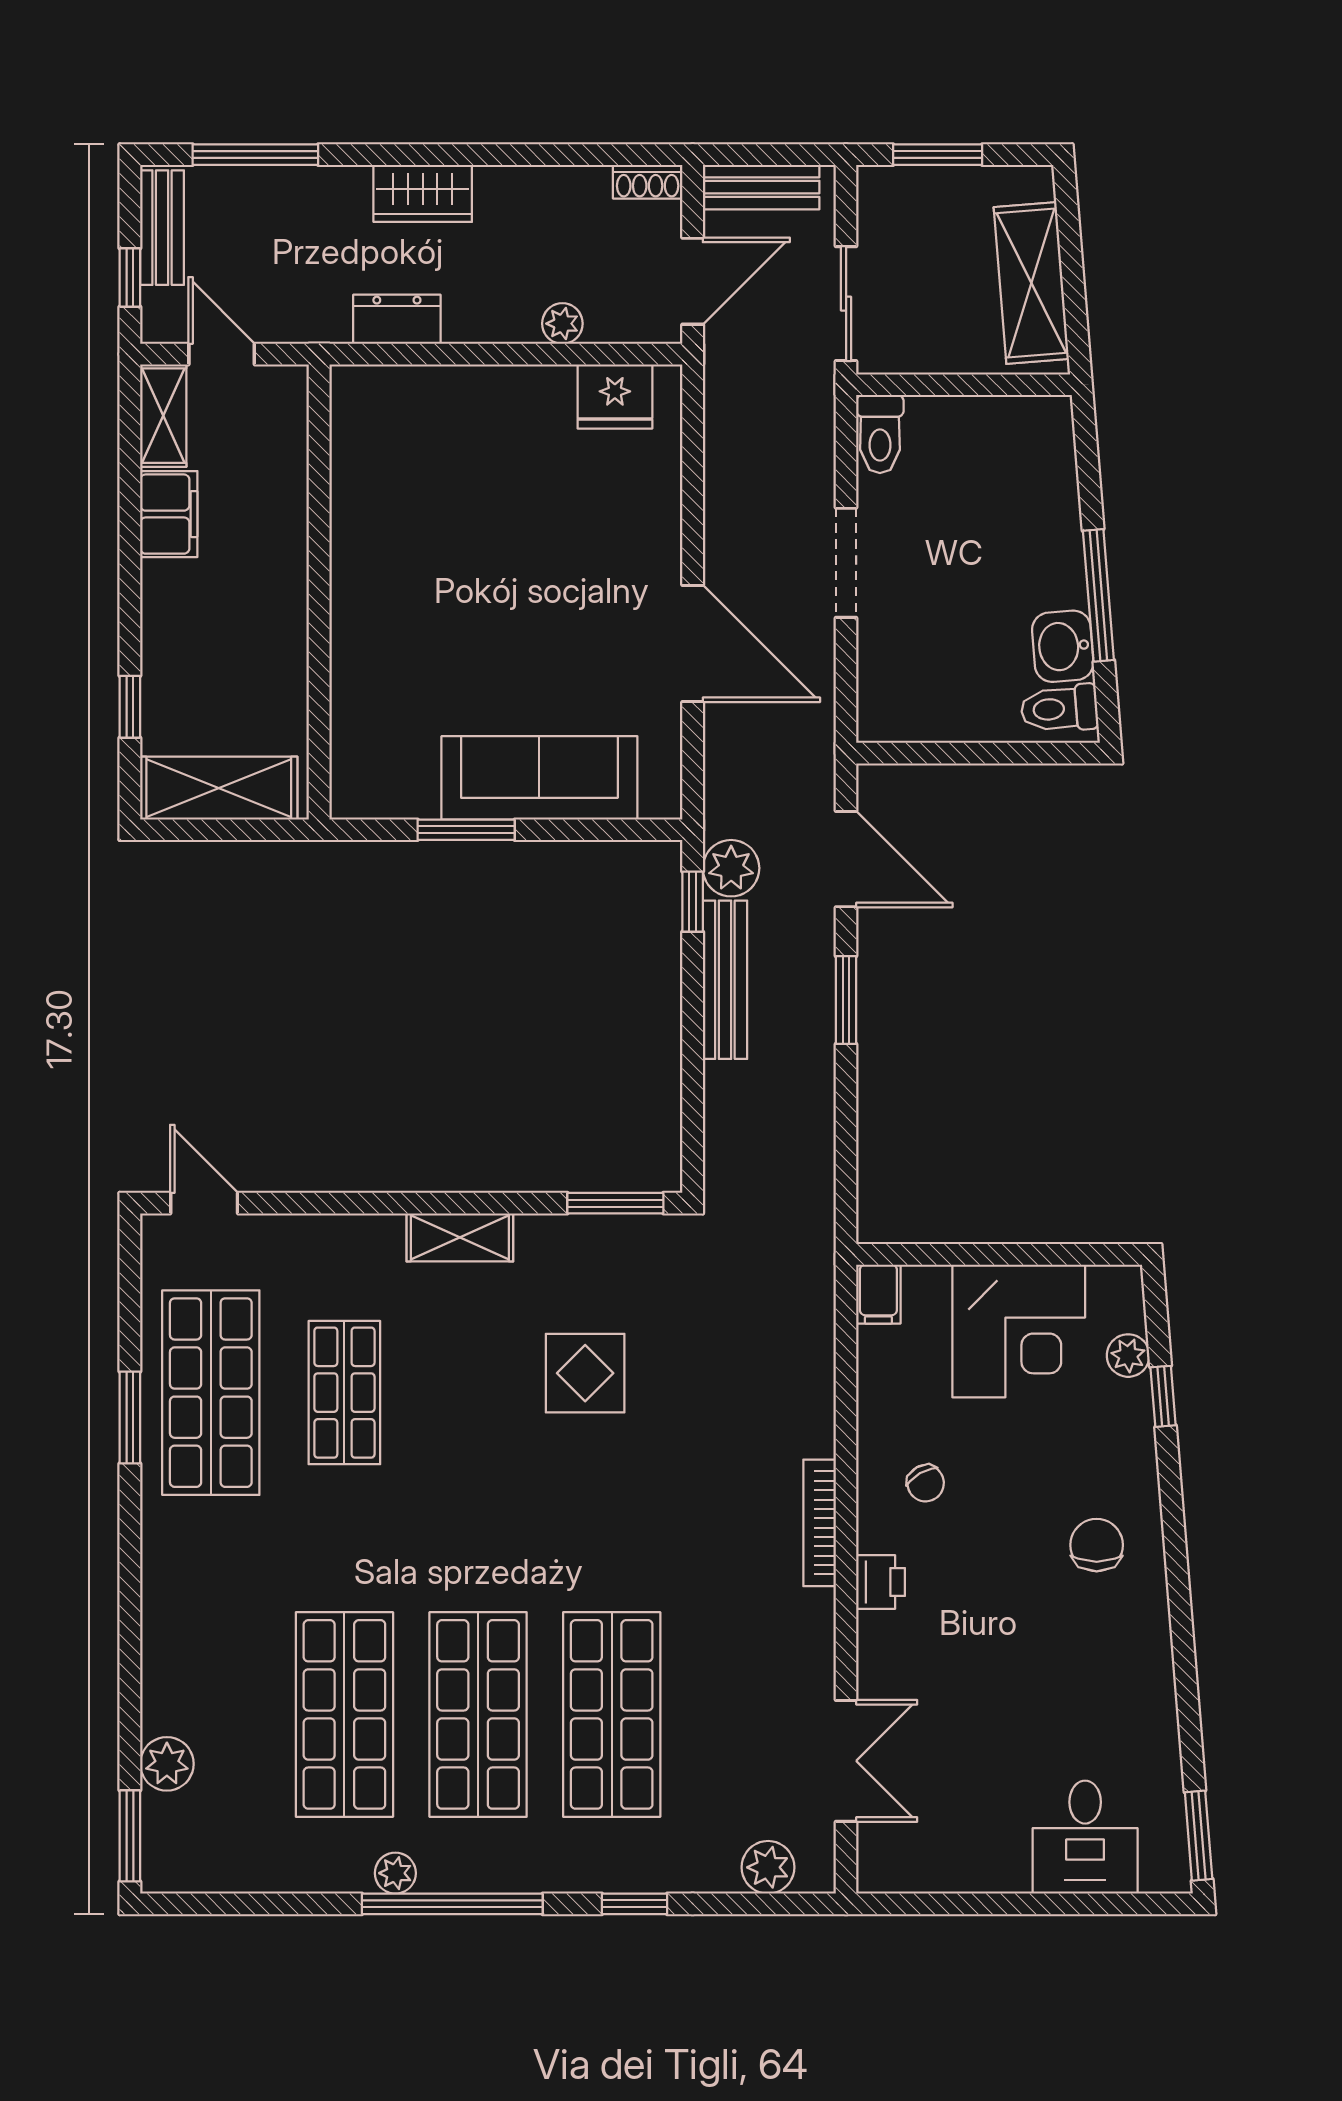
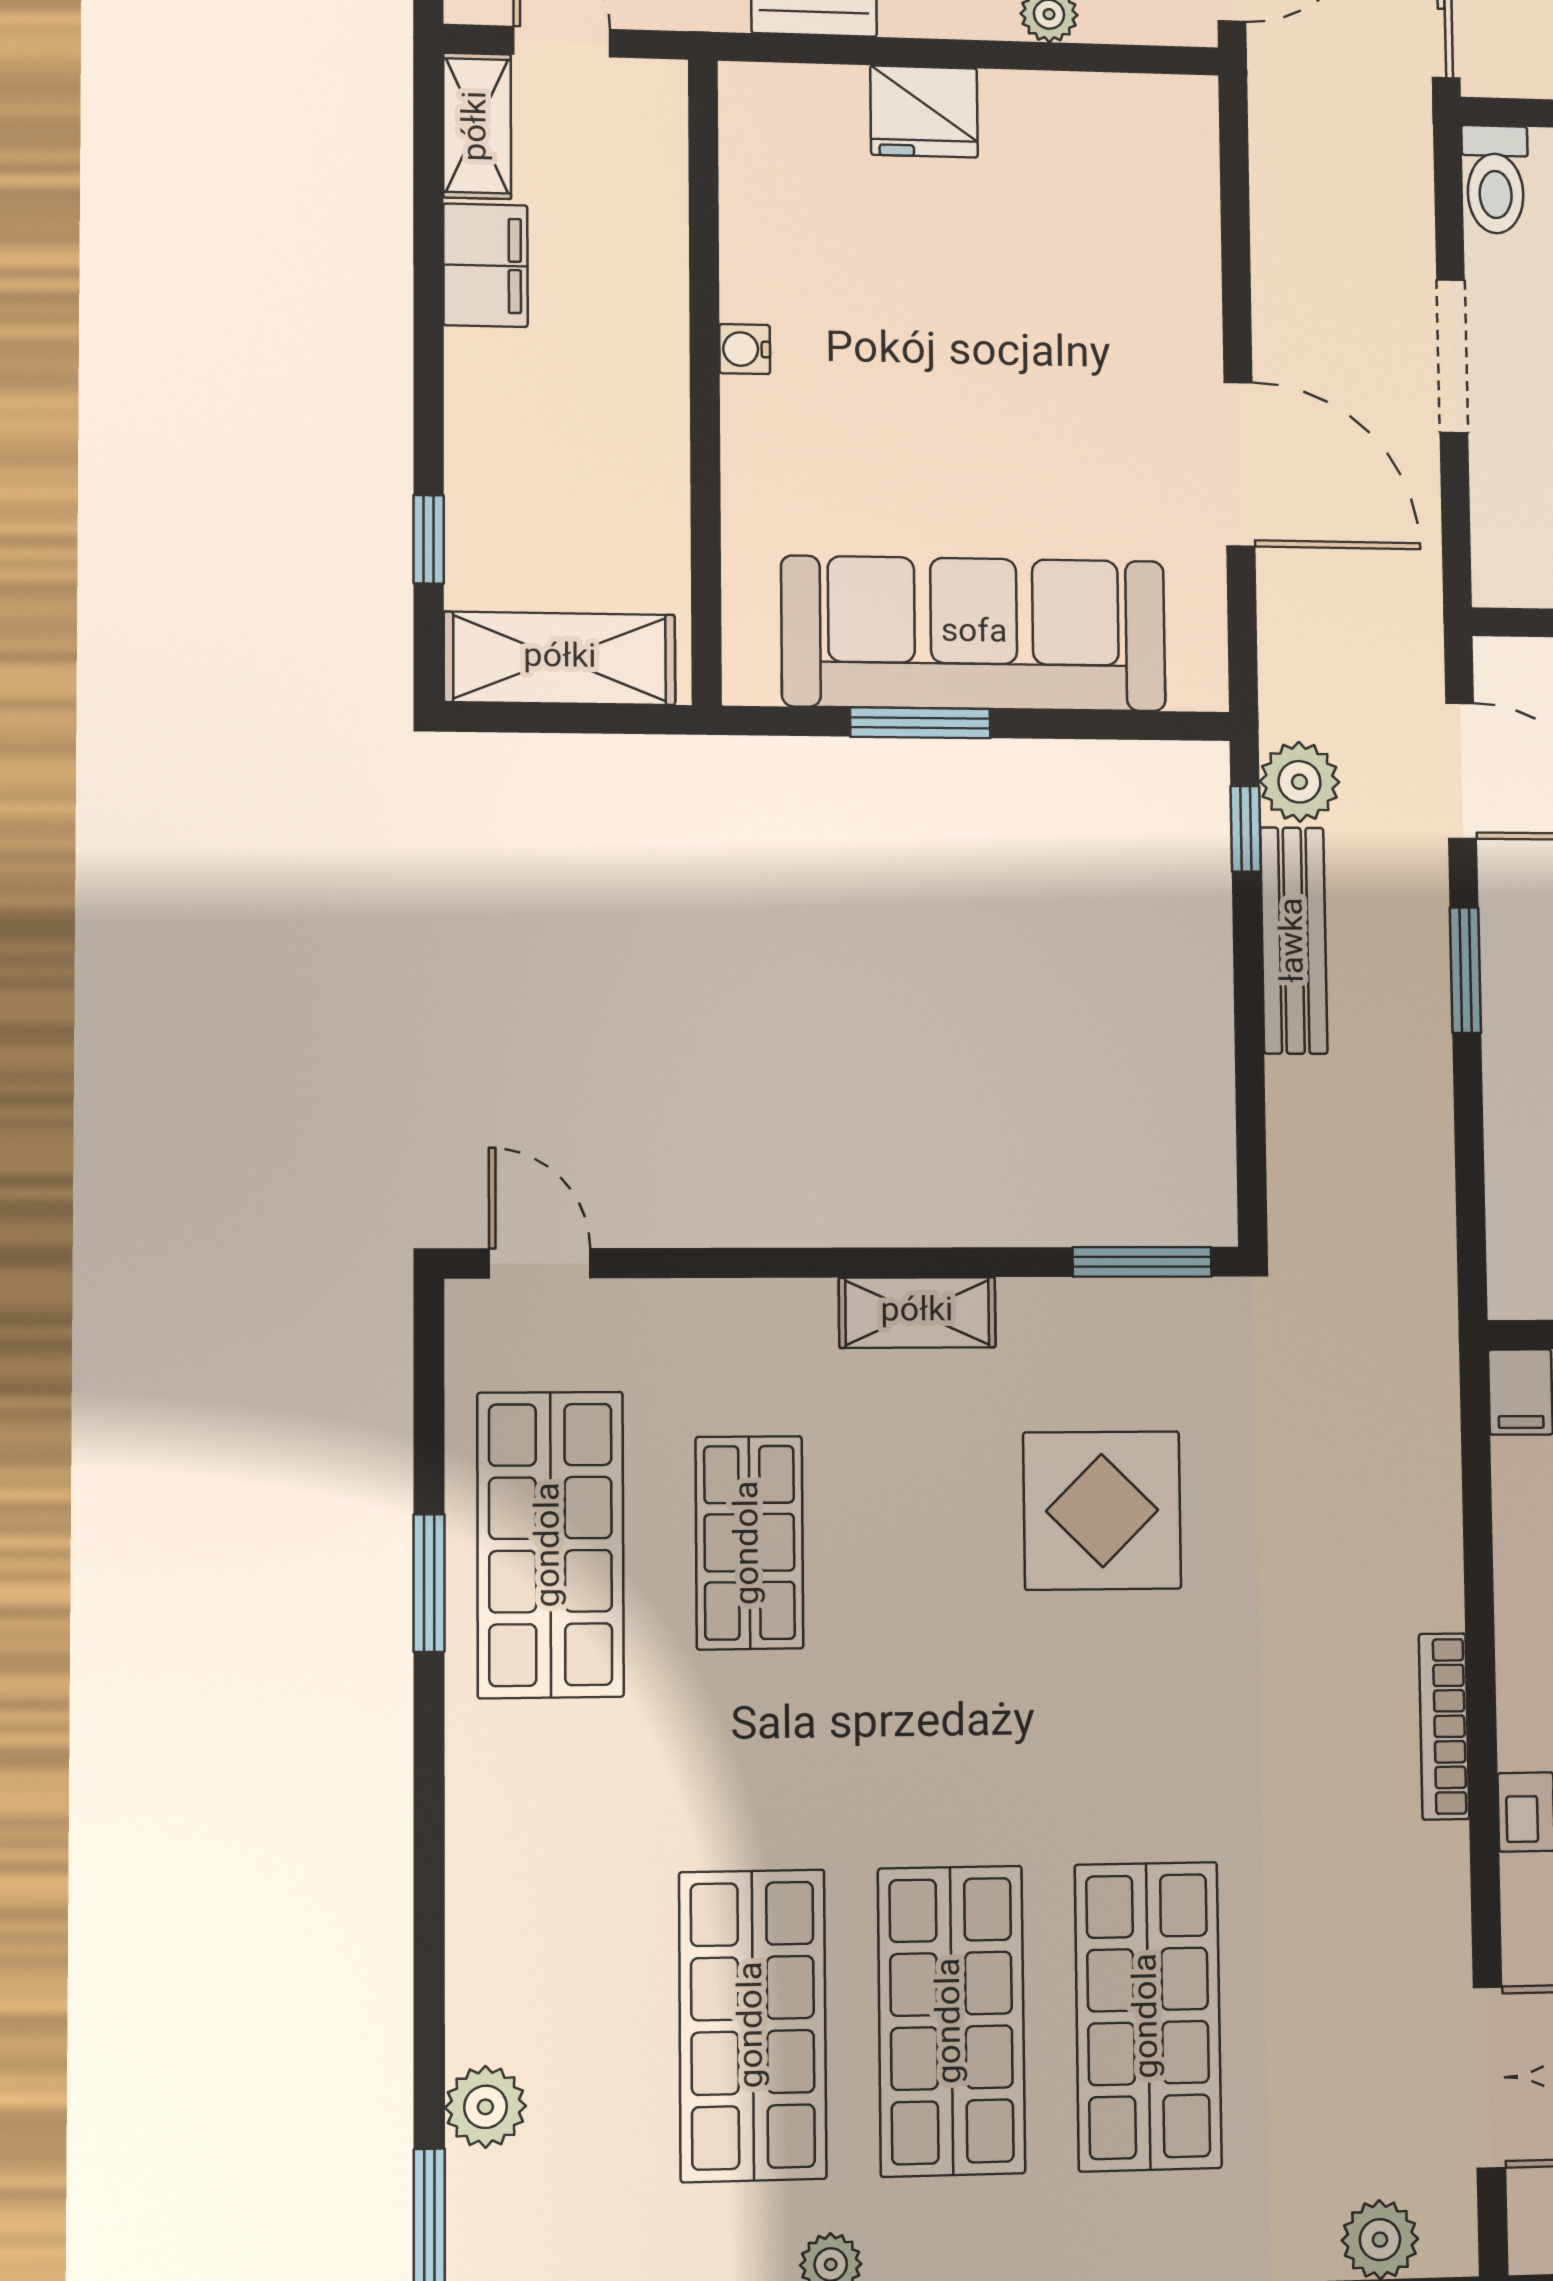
fridge: (615, 396) -> (924, 112), moved
water cooler: (347, 569) -> (745, 349), added
sofa: (539, 778) -> (974, 633), width x1.36, depth x1.27
display table: (585, 1373) -> (1102, 1510), width x1.36, depth x1.36

